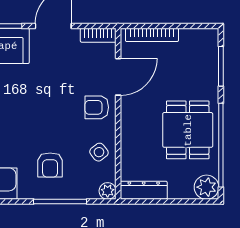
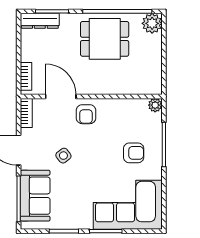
bookcase: (152, 35) -> (26, 76), width x0.64
side table: (99, 152) -> (63, 156), moved
dresser: (144, 190) -> (40, 21), moved, turned -90

